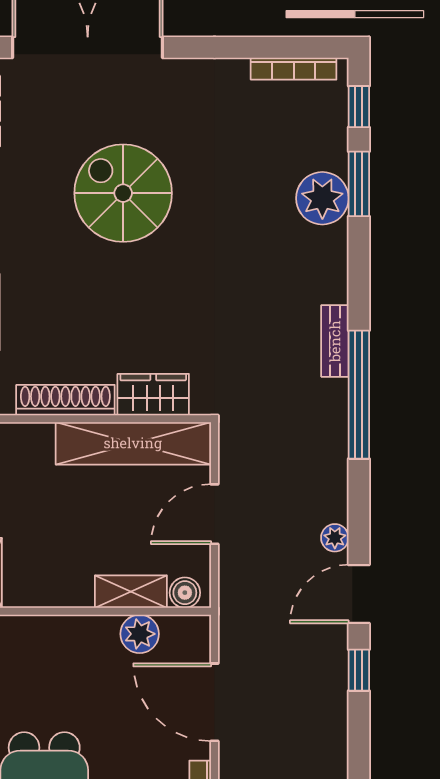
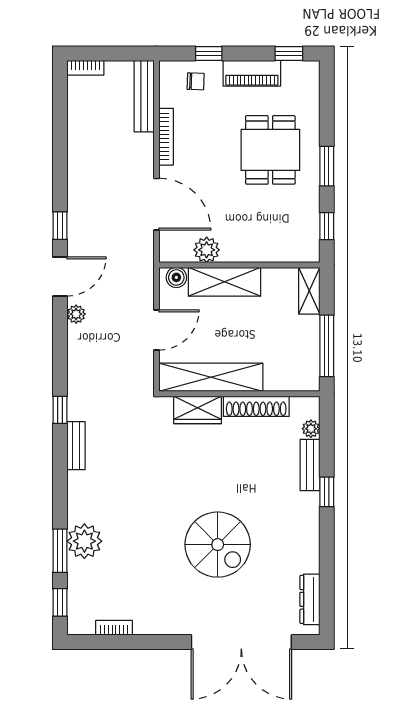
bookcase: (294, 69) -> (114, 628), width x0.64
window: (359, 395) -> (60, 410), width x0.32
shelving: (131, 592) -> (224, 282), width x1.50, depth x1.33

